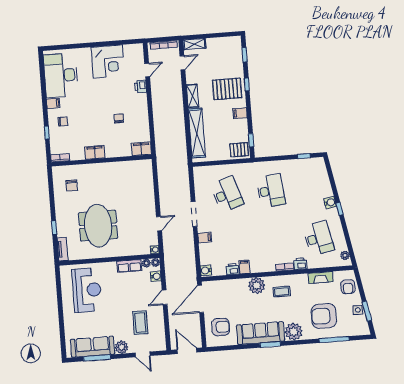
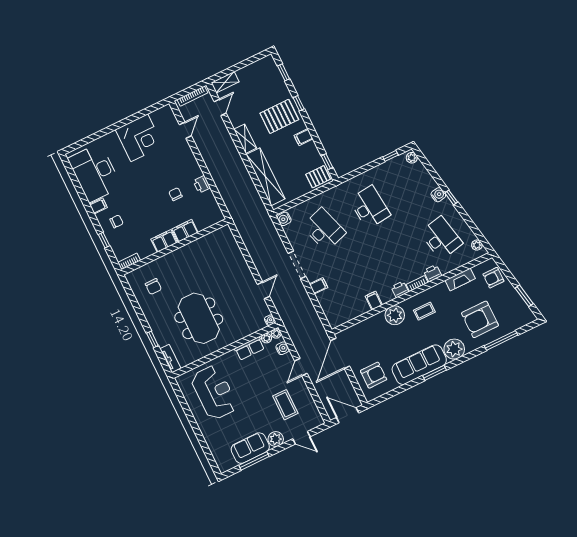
printer: (141, 87) -> (202, 184), moved
filing cabinet: (141, 149) -> (185, 231), moved
plant: (320, 164) -> (412, 158), added
printer: (233, 269) -> (400, 289), moved
water cooler: (206, 270) -> (284, 219), moved
armchair: (348, 287) -> (493, 278), turned 91
side table: (358, 310) -> (514, 298), removed
sofa: (92, 347) -> (250, 448), width x0.73

